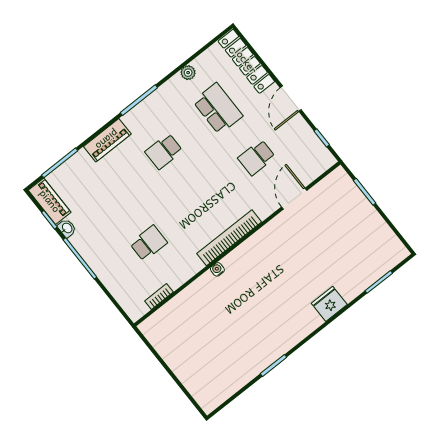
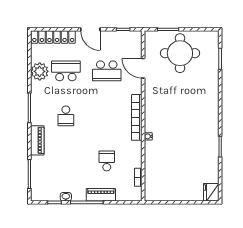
plant: (188, 73) -> (40, 71), width x1.88, depth x1.88
school desk: (257, 158) -> (107, 71), width x1.85
piano: (50, 201) -> (101, 195), moved
round table: (347, 228) -> (180, 53), added
fridge: (329, 304) -> (211, 192), moved

